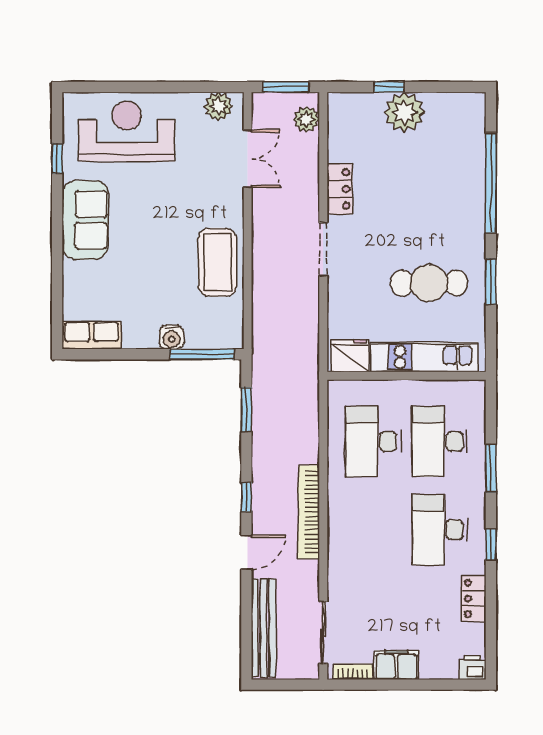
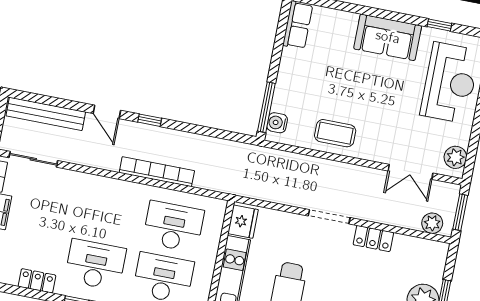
coffee table: (218, 262) -> (335, 133), width x0.73, depth x0.76
water cooler: (172, 337) -> (277, 123), moved
window: (246, 409) -> (217, 133), removed
bookcase: (309, 512) -> (157, 172), moved

